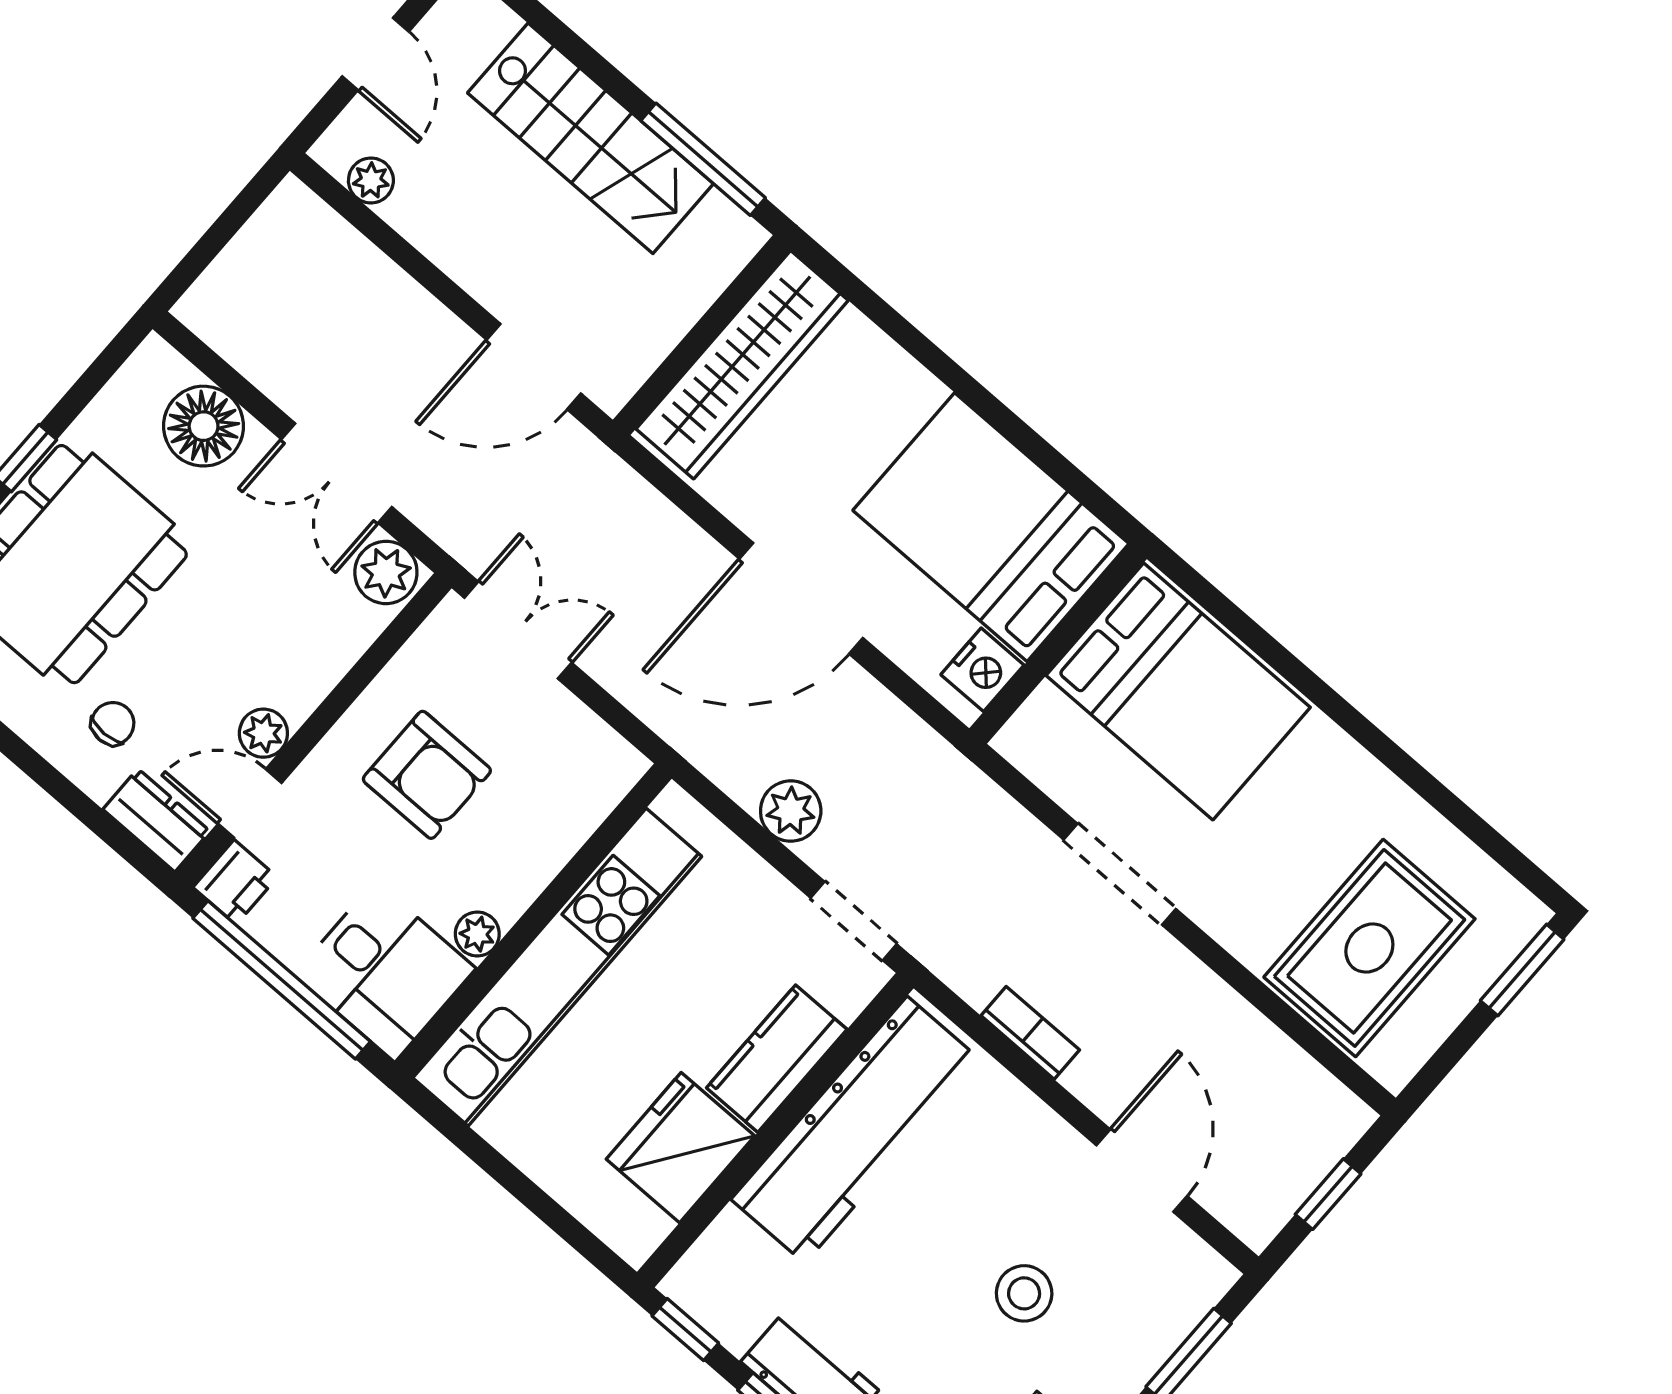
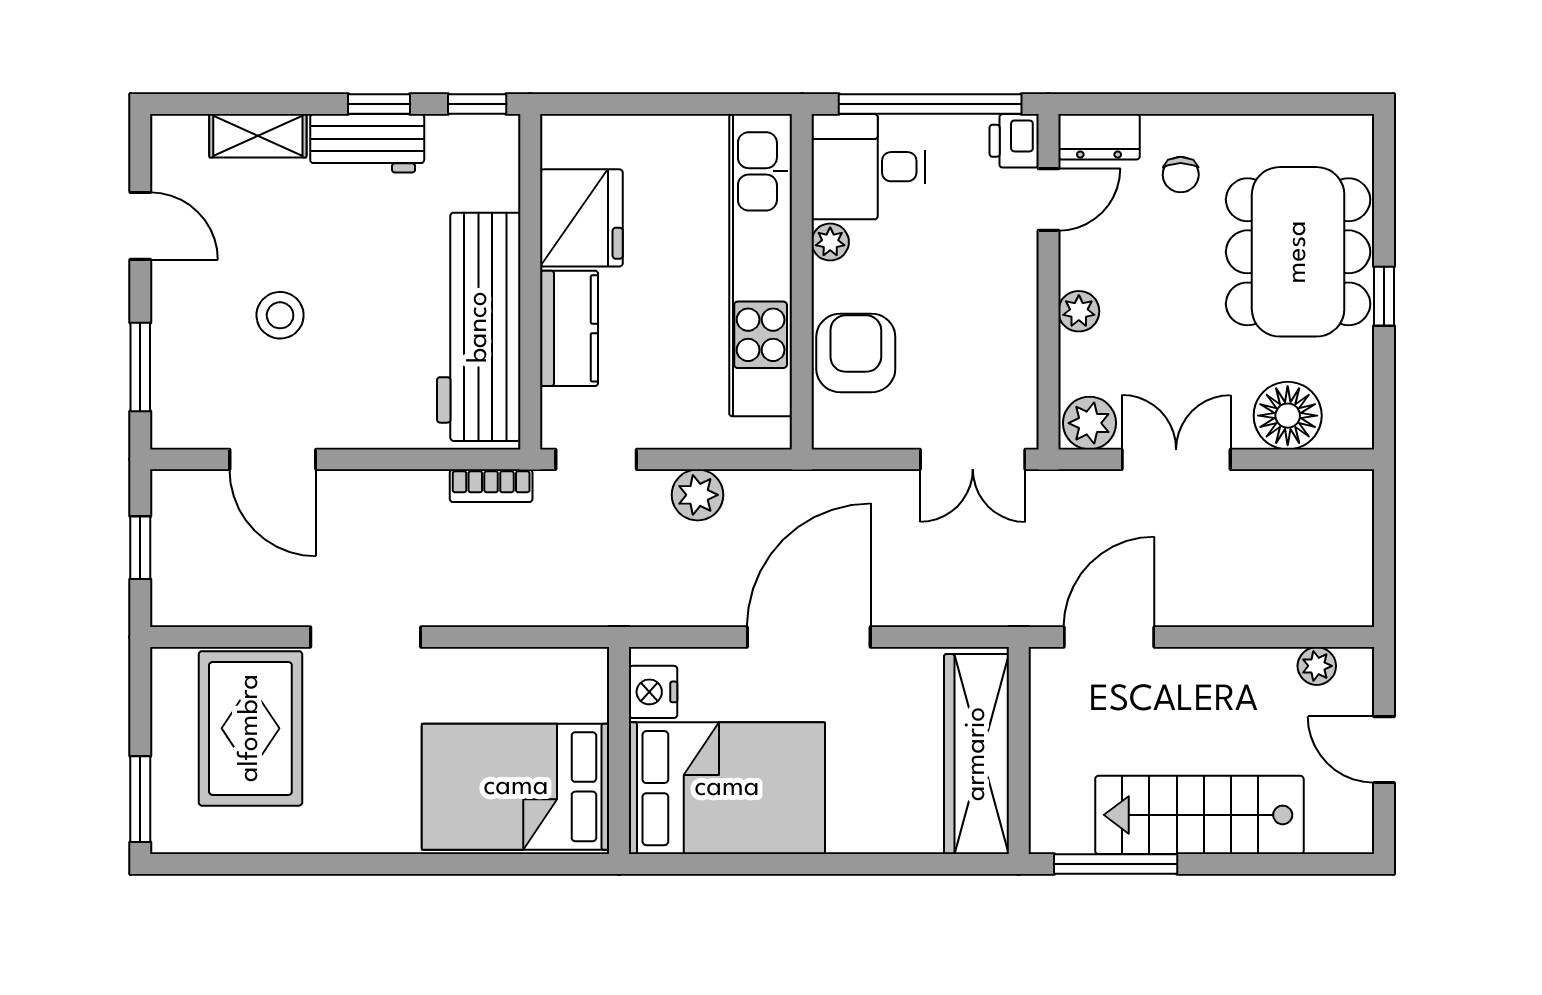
plant: (263, 733) -> (1079, 311), moved
armchair: (427, 775) -> (856, 353), moved, turned 90
doorway: (1120, 874) -> (366, 637), moved
bookcase: (1030, 1033) -> (491, 486), moved

